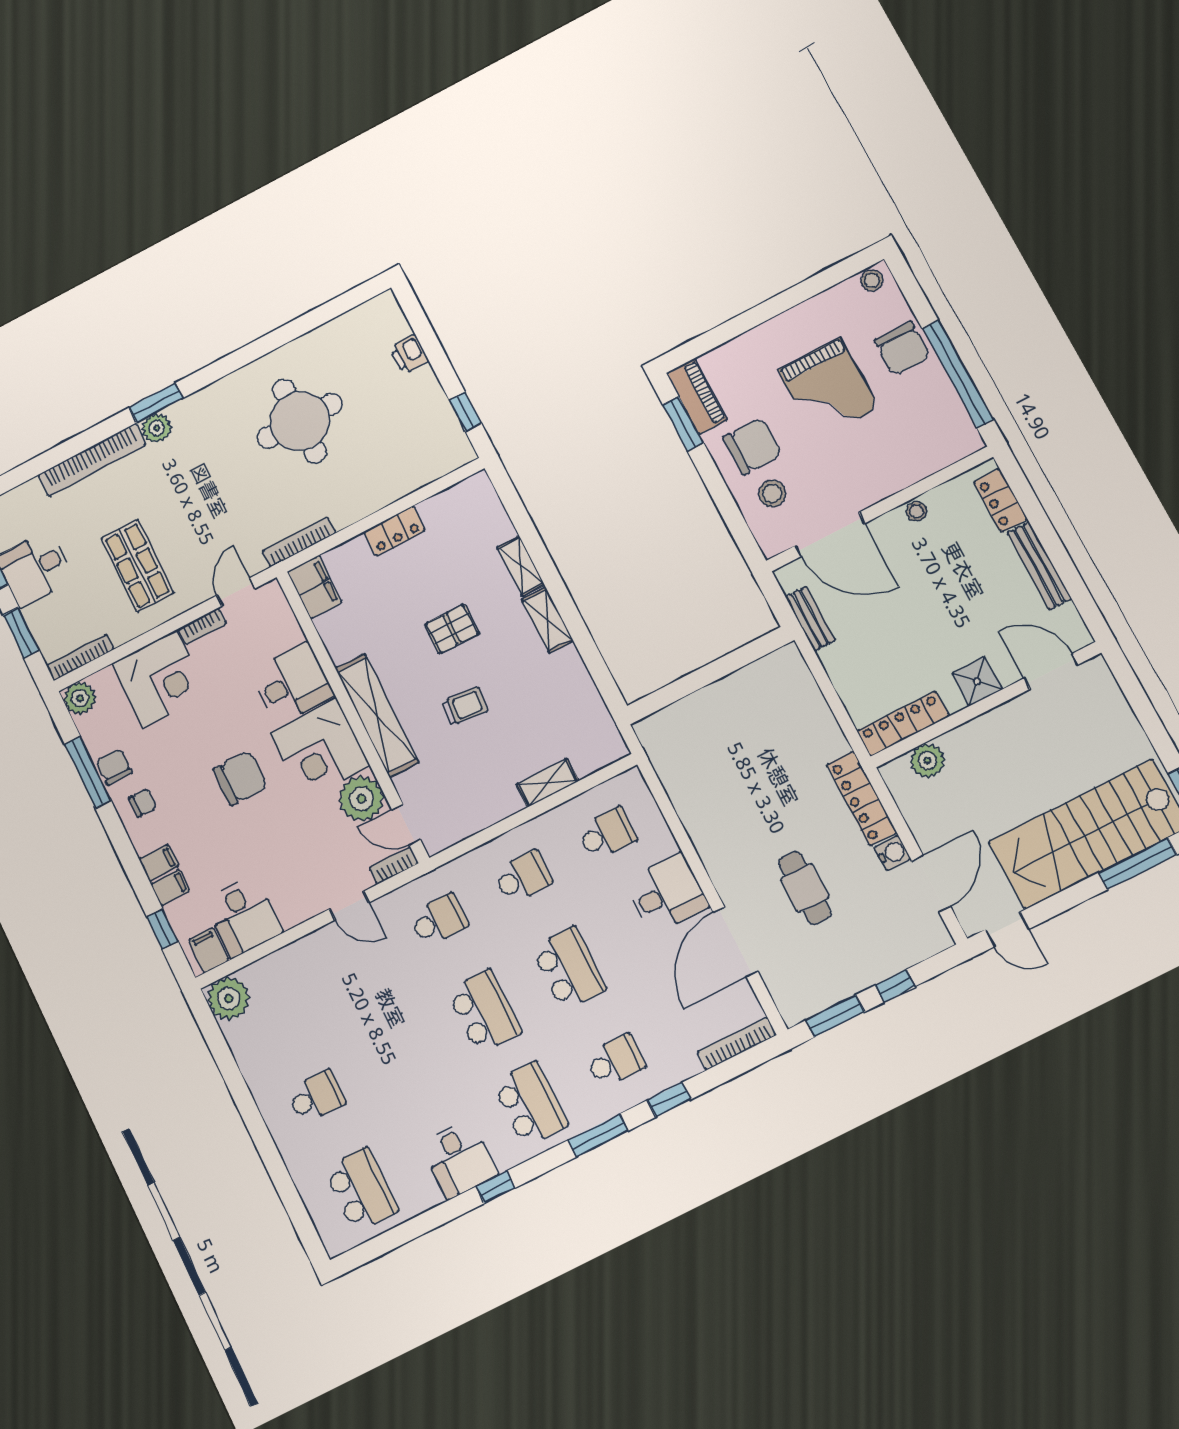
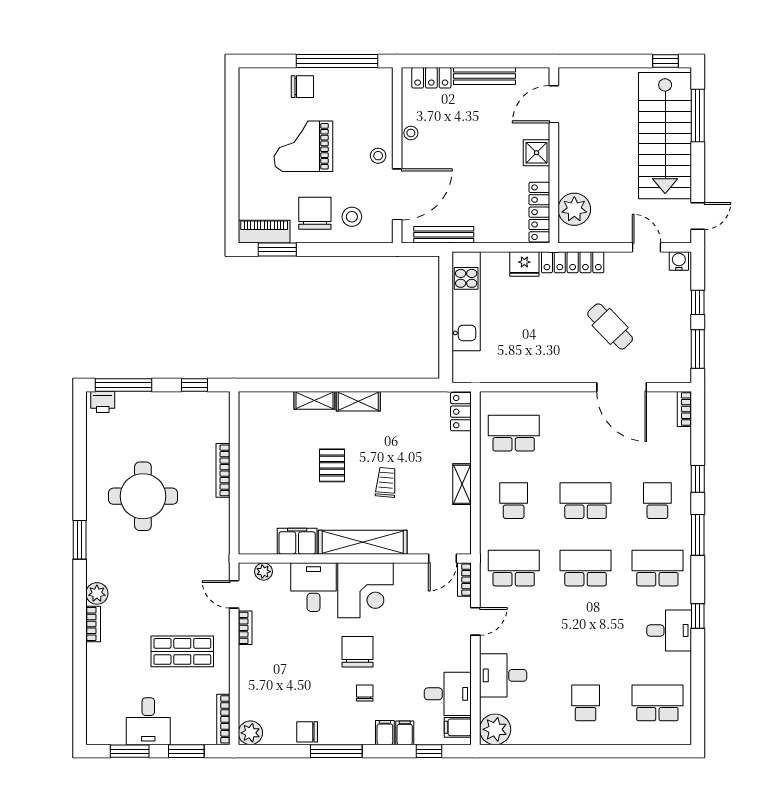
stool: (872, 280) -> (378, 156), moved
window: (422, 327) -> (124, 385), added
chair: (902, 348) -> (302, 87), width x0.73, depth x0.73
printer: (409, 354) -> (103, 402), moved
grand piano: (828, 389) -> (303, 146), turned 180
window: (156, 403) -> (80, 540), moved
bookcase: (92, 460) -> (93, 624), width x0.43, depth x0.76
locker: (395, 531) -> (461, 412), moved, turned 180
bookcase: (299, 542) -> (223, 470), moved
filing cabinet: (315, 587) -> (297, 541), moved
bench: (810, 619) -> (444, 235), width x1.36
corner desk: (160, 679) -> (265, 673), removed
kitchen unit: (741, 689) -> (466, 301), added
fridge: (827, 738) -> (524, 264), added
plant: (927, 761) -> (574, 209), width x1.36, depth x1.36
window: (88, 772) -> (336, 751), moved
shelving: (547, 783) -> (462, 484), moved
plant: (361, 799) -> (264, 572), moved, width x0.53, depth x0.53
chair: (143, 803) -> (365, 693), moved
school desk: (607, 834) -> (514, 433), width x1.85
water cooler: (893, 853) -> (679, 261), moved
door: (931, 884) -> (647, 247), width x0.73
cafe table: (805, 888) -> (610, 326), turned 46
desk: (667, 894) -> (503, 675), moved, turned -90
school desk: (439, 920) -> (514, 568), width x1.85
bookcase: (737, 1044) -> (684, 409), width x0.64

